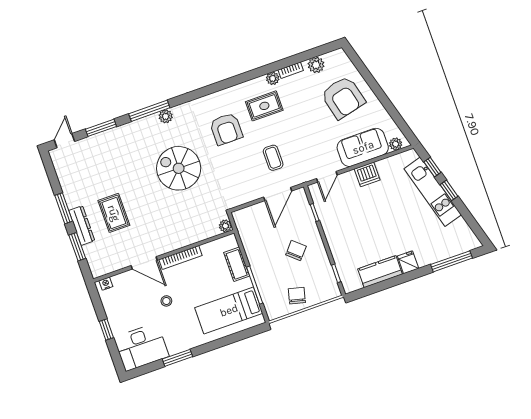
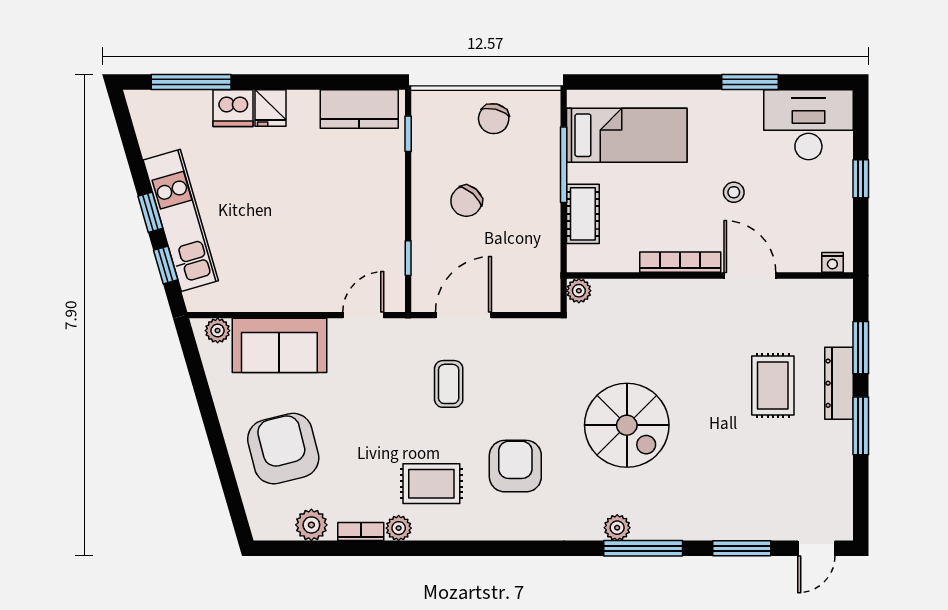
dishwasher: (367, 174) -> (233, 108), moved, turned 180
kitchen counter: (380, 272) -> (359, 109), moved

